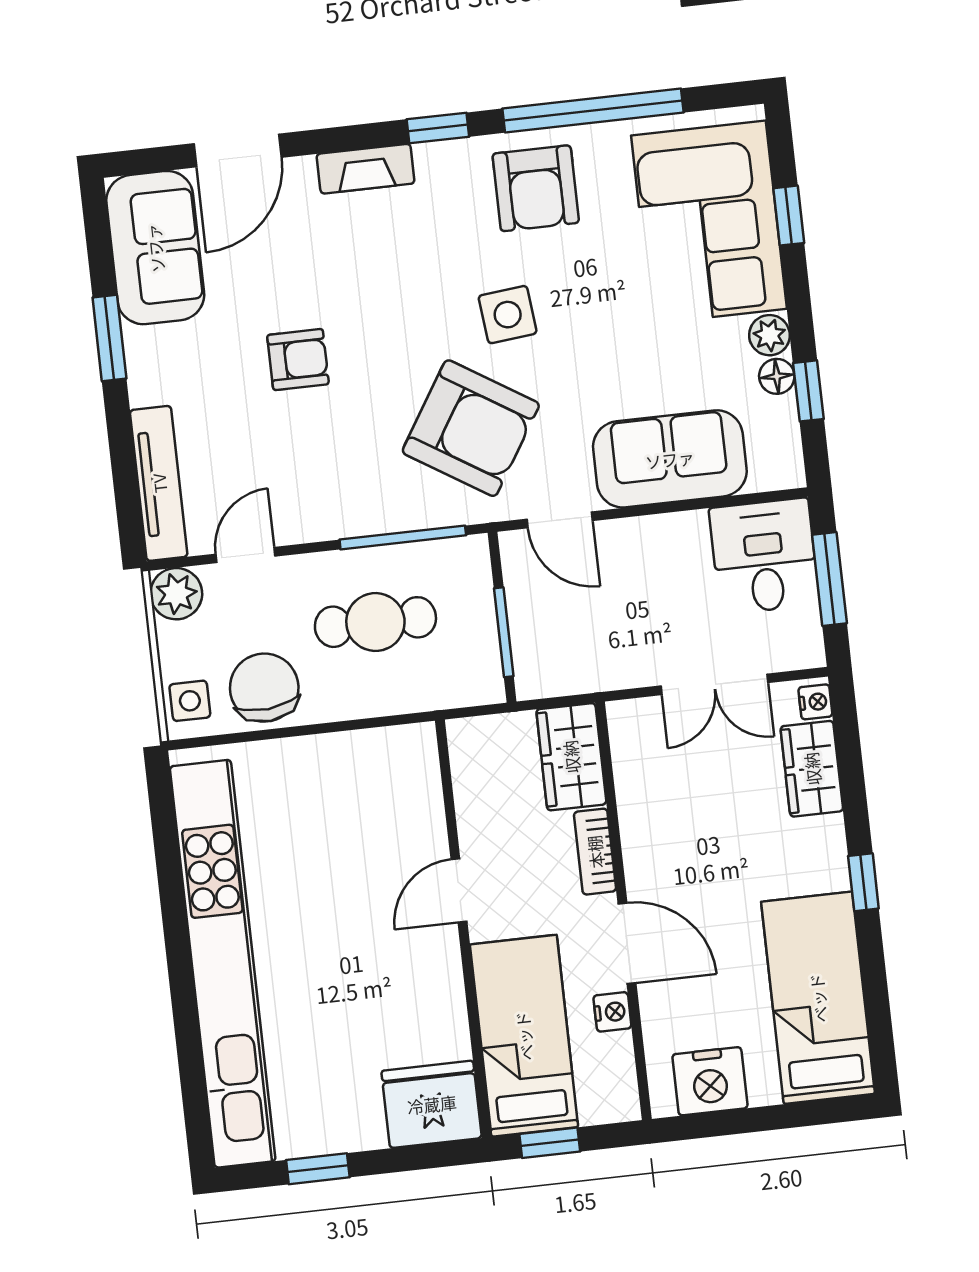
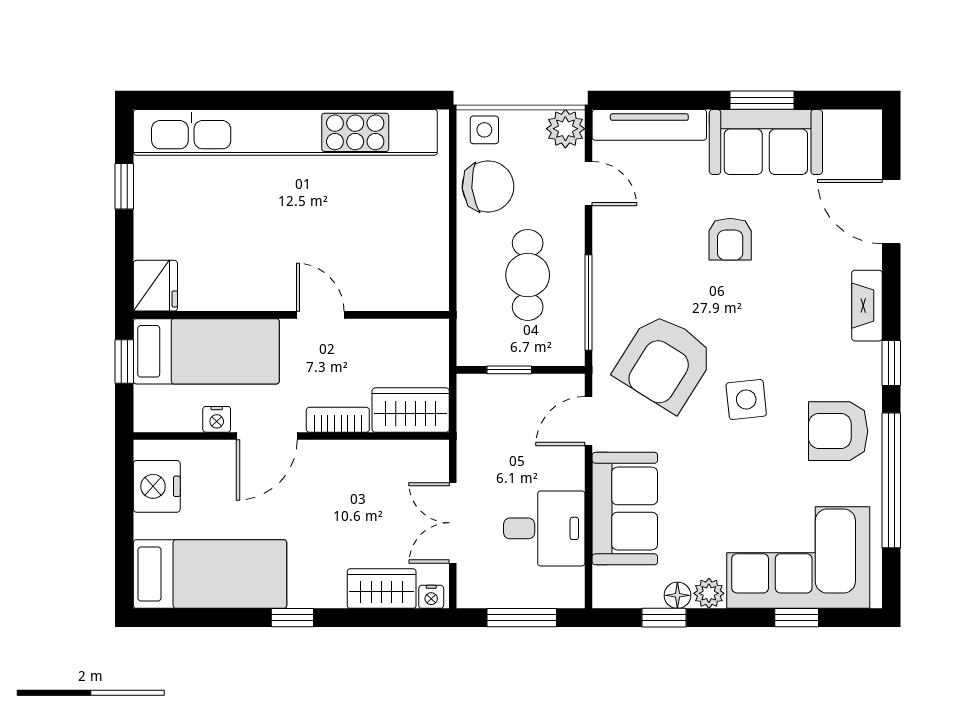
sofa: (155, 248) -> (766, 142), moved
desk: (764, 556) -> (544, 528), moved
window: (504, 632) -> (509, 370), width x0.67
fridge: (432, 1104) -> (155, 286), width x0.73, depth x0.75

